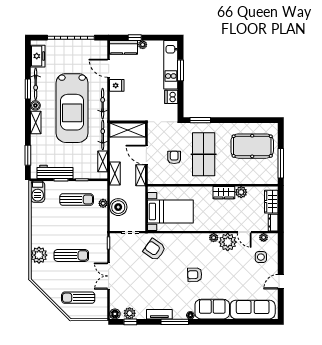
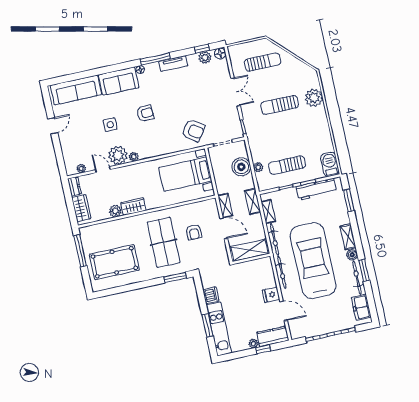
side table: (261, 257) -> (110, 125), moved

